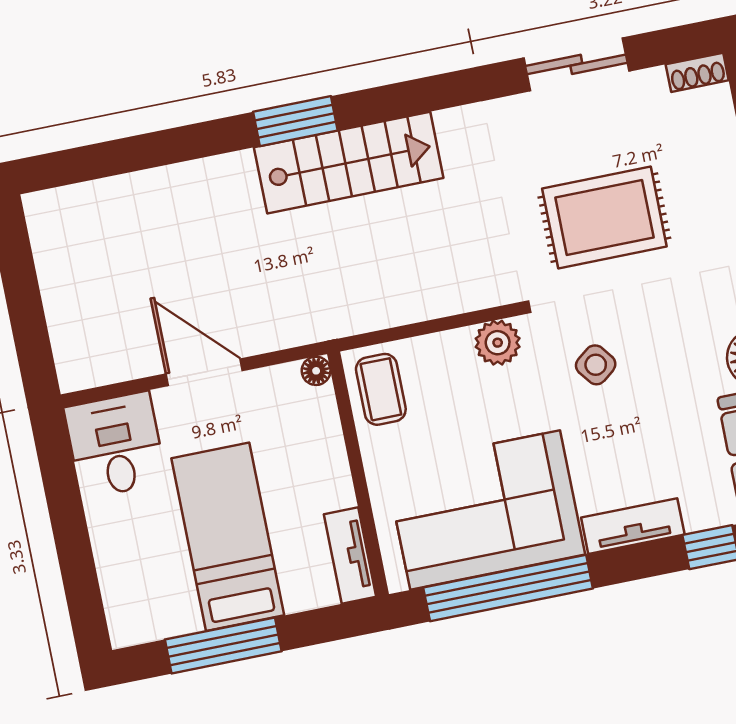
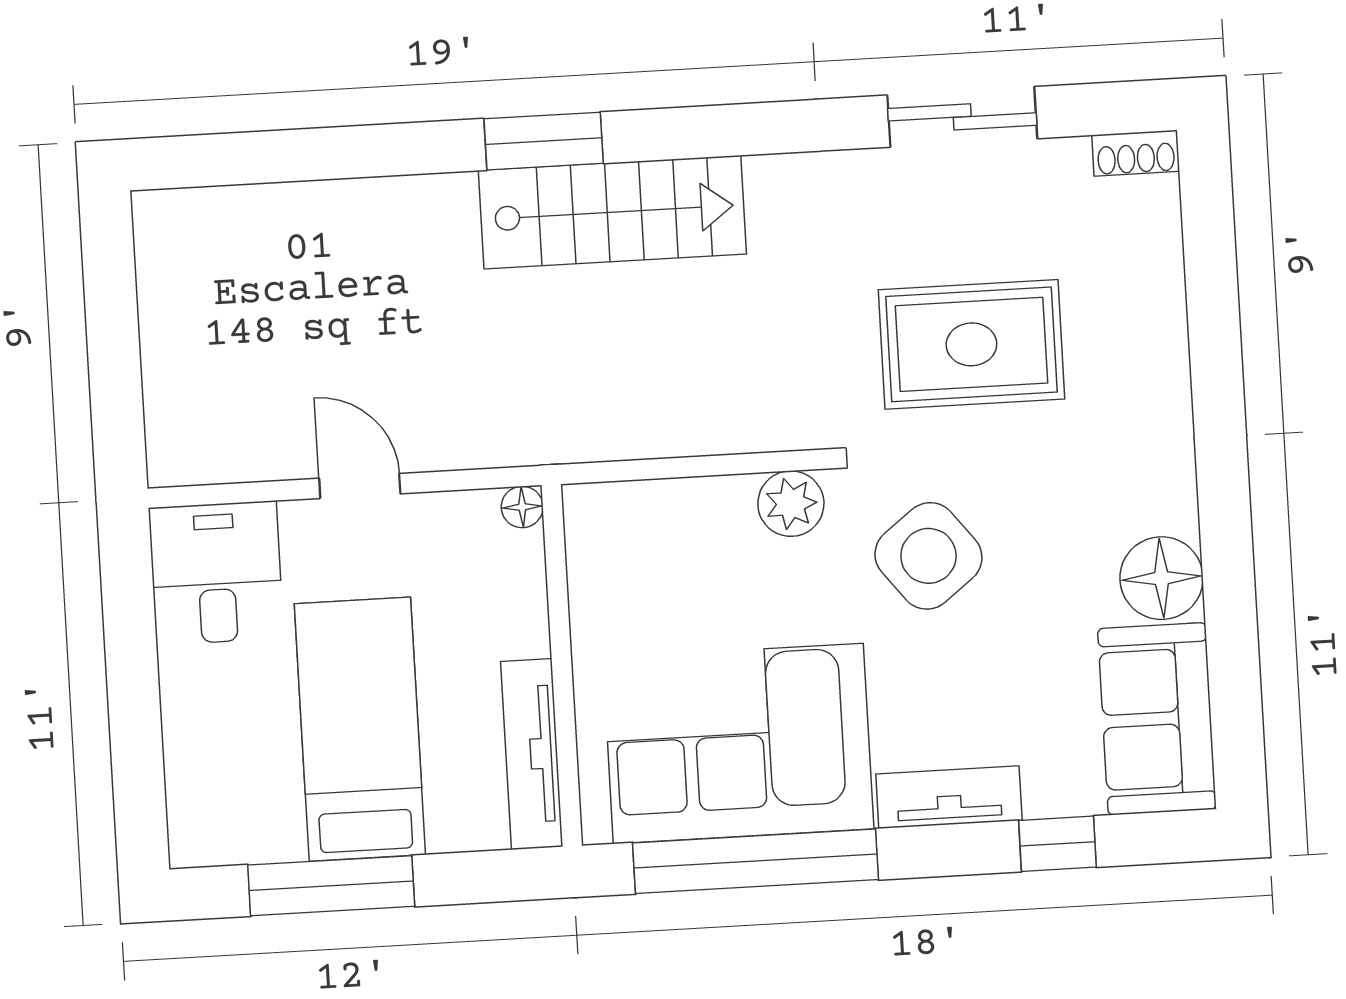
side table: (596, 365) -> (928, 556), width x1.87, depth x1.87
door: (204, 372) -> (360, 486), width x0.73
coffee table: (381, 389) -> (612, 547), removed
tv unit: (350, 555) -> (532, 754), width x1.41

